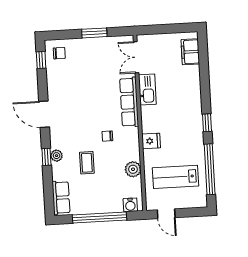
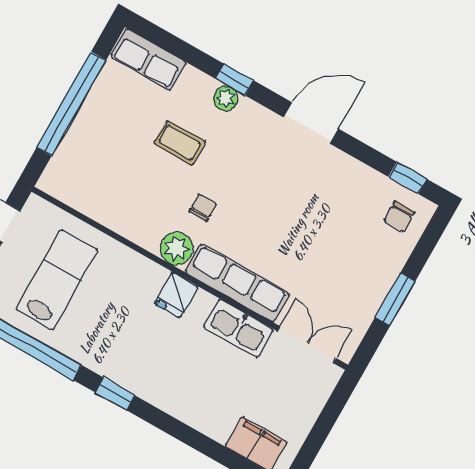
fridge: (151, 141) -> (176, 295), moved
plant: (133, 169) -> (177, 249), moved
water cooler: (130, 205) -> (59, 171), removed

